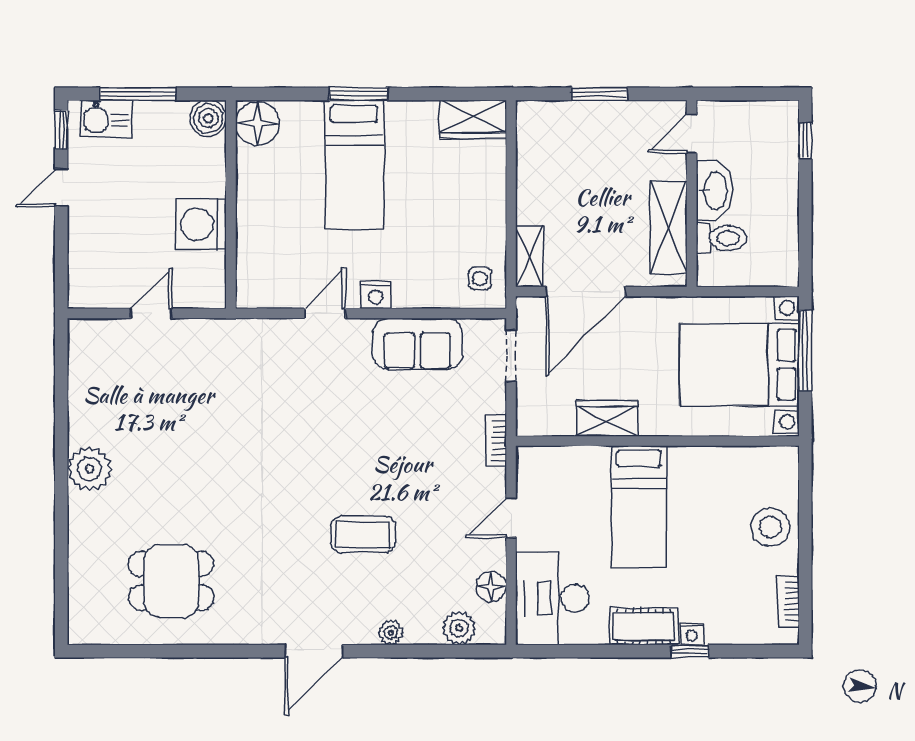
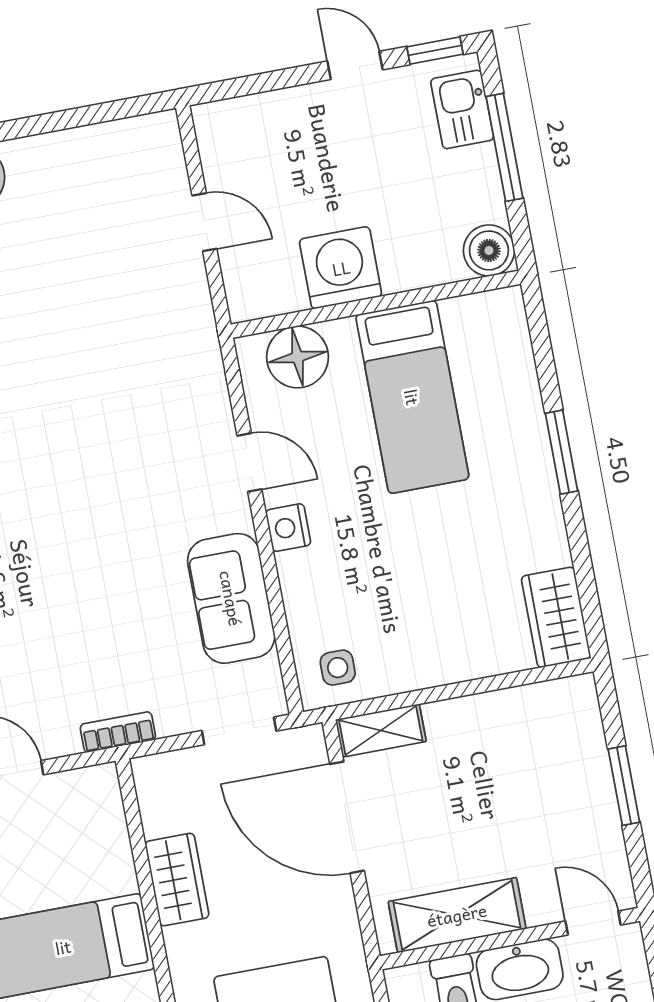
floor lamp: (258, 123) -> (298, 357), moved
bed: (354, 165) -> (412, 397), moved, turned -90

